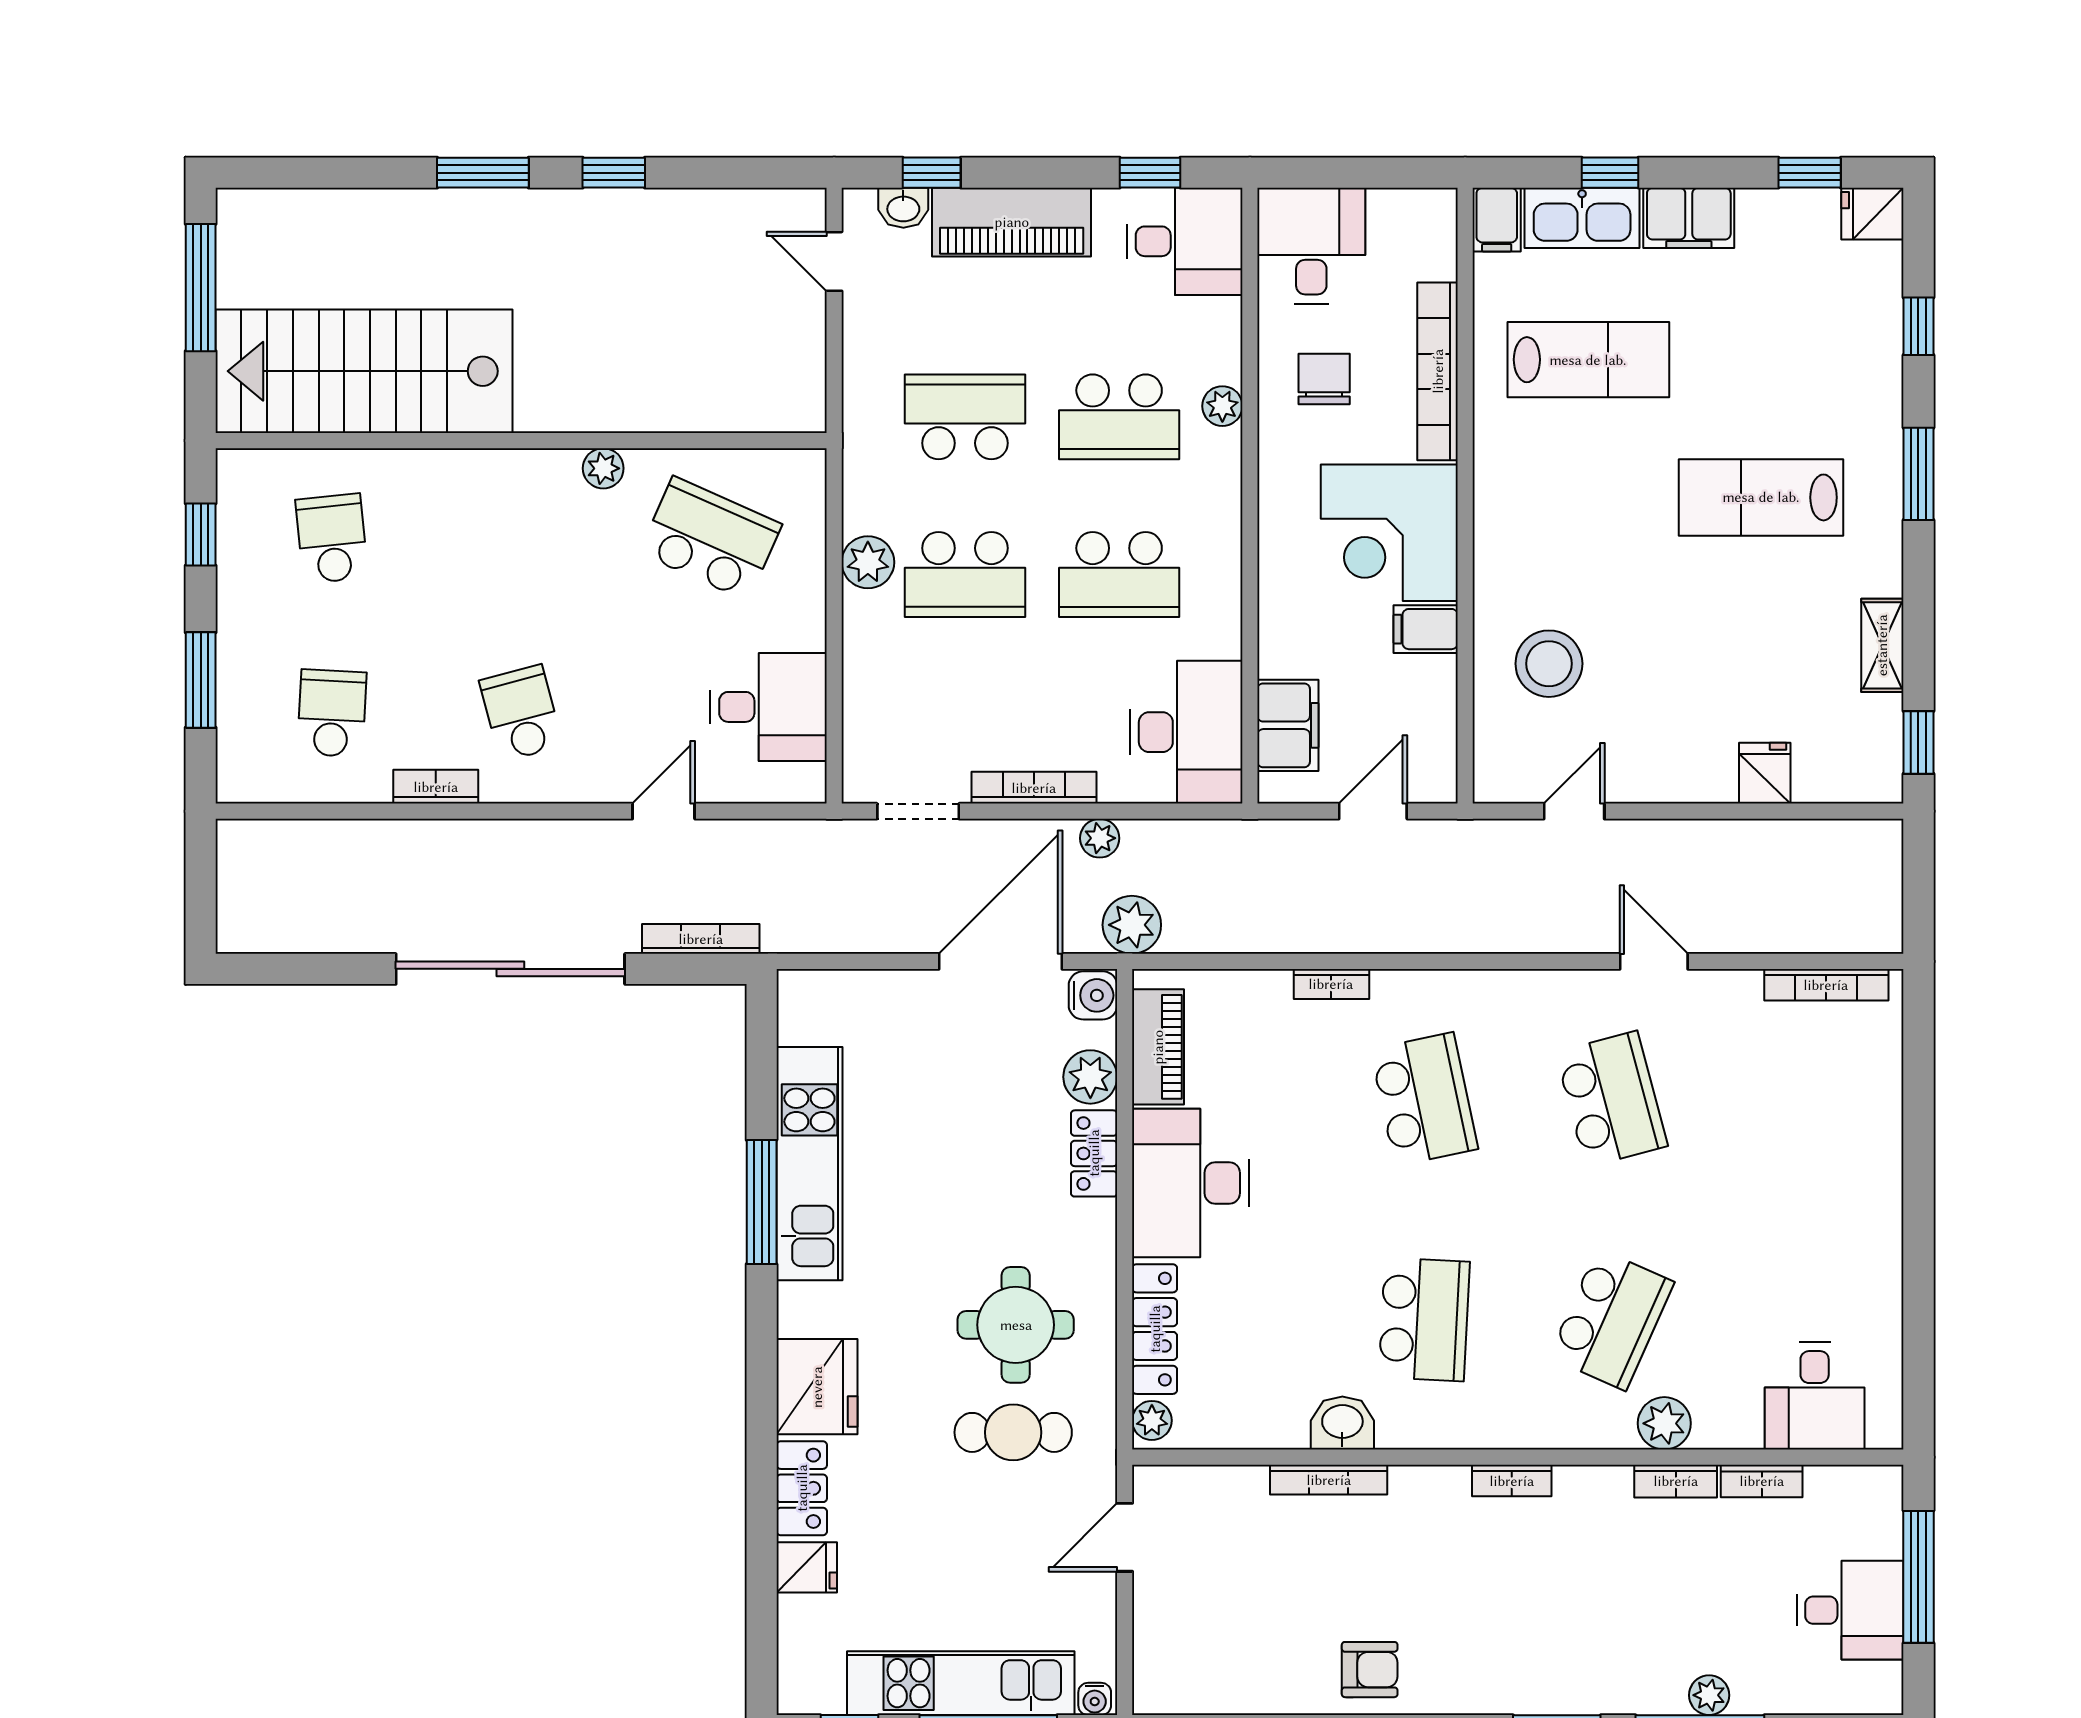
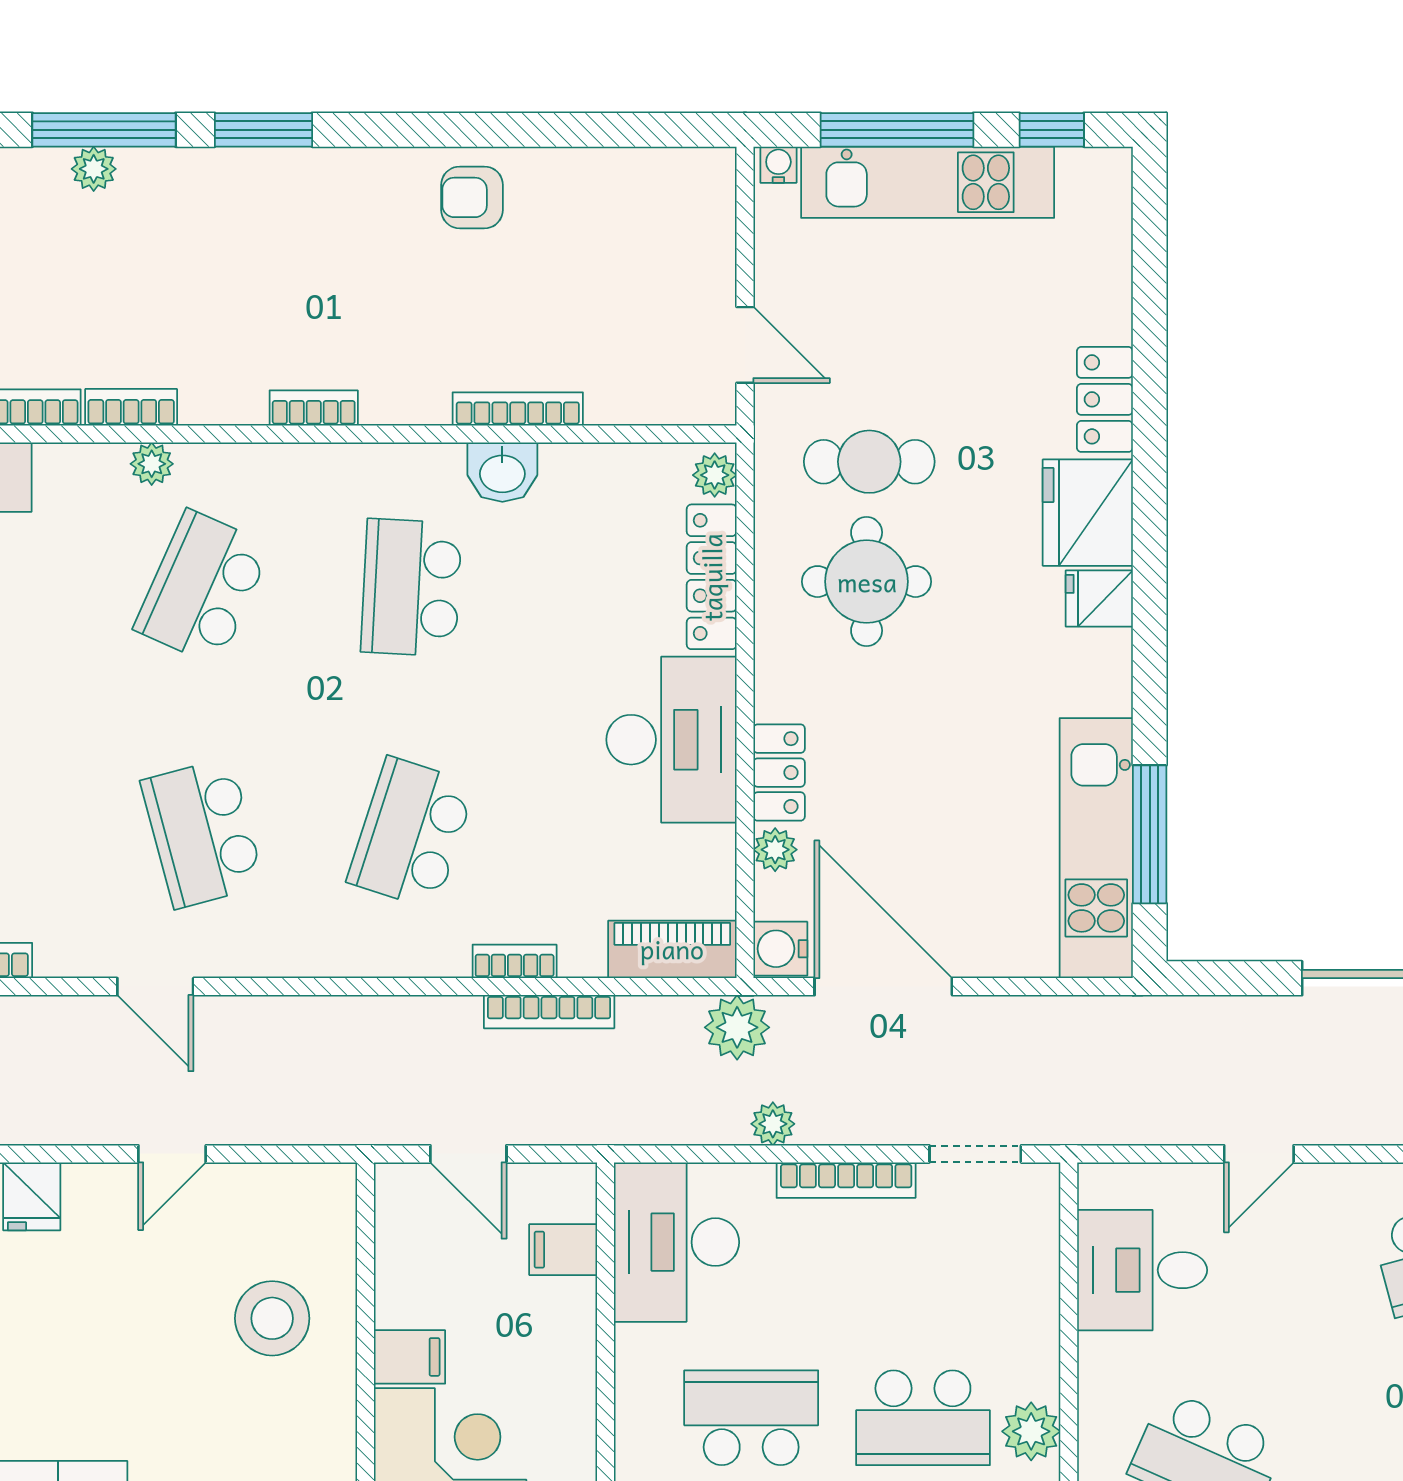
school desk: (965, 574) -> (923, 1418), turned 180
filing cabinet: (1288, 725) -> (563, 1250), width x0.50
door: (1373, 811) -> (468, 1154), hinge flipped
door: (1574, 811) -> (172, 1154), moved
bookcase: (701, 939) -> (549, 1012), moved
door: (1001, 961) -> (883, 987), swing flipped
piano: (1158, 1047) -> (672, 949), moved, turned 90
plant: (1090, 1077) -> (775, 850), width x0.73, depth x0.73
school desk: (1424, 1099) -> (411, 833), turned 30
kitchen unit: (809, 1164) -> (1096, 848), moved
window: (762, 1202) -> (1150, 834), moved
plant: (1664, 1423) -> (152, 464), width x0.73, depth x0.73
door: (1125, 1537) -> (745, 345), hinge flipped
fridge: (807, 1567) -> (1099, 599), moved

